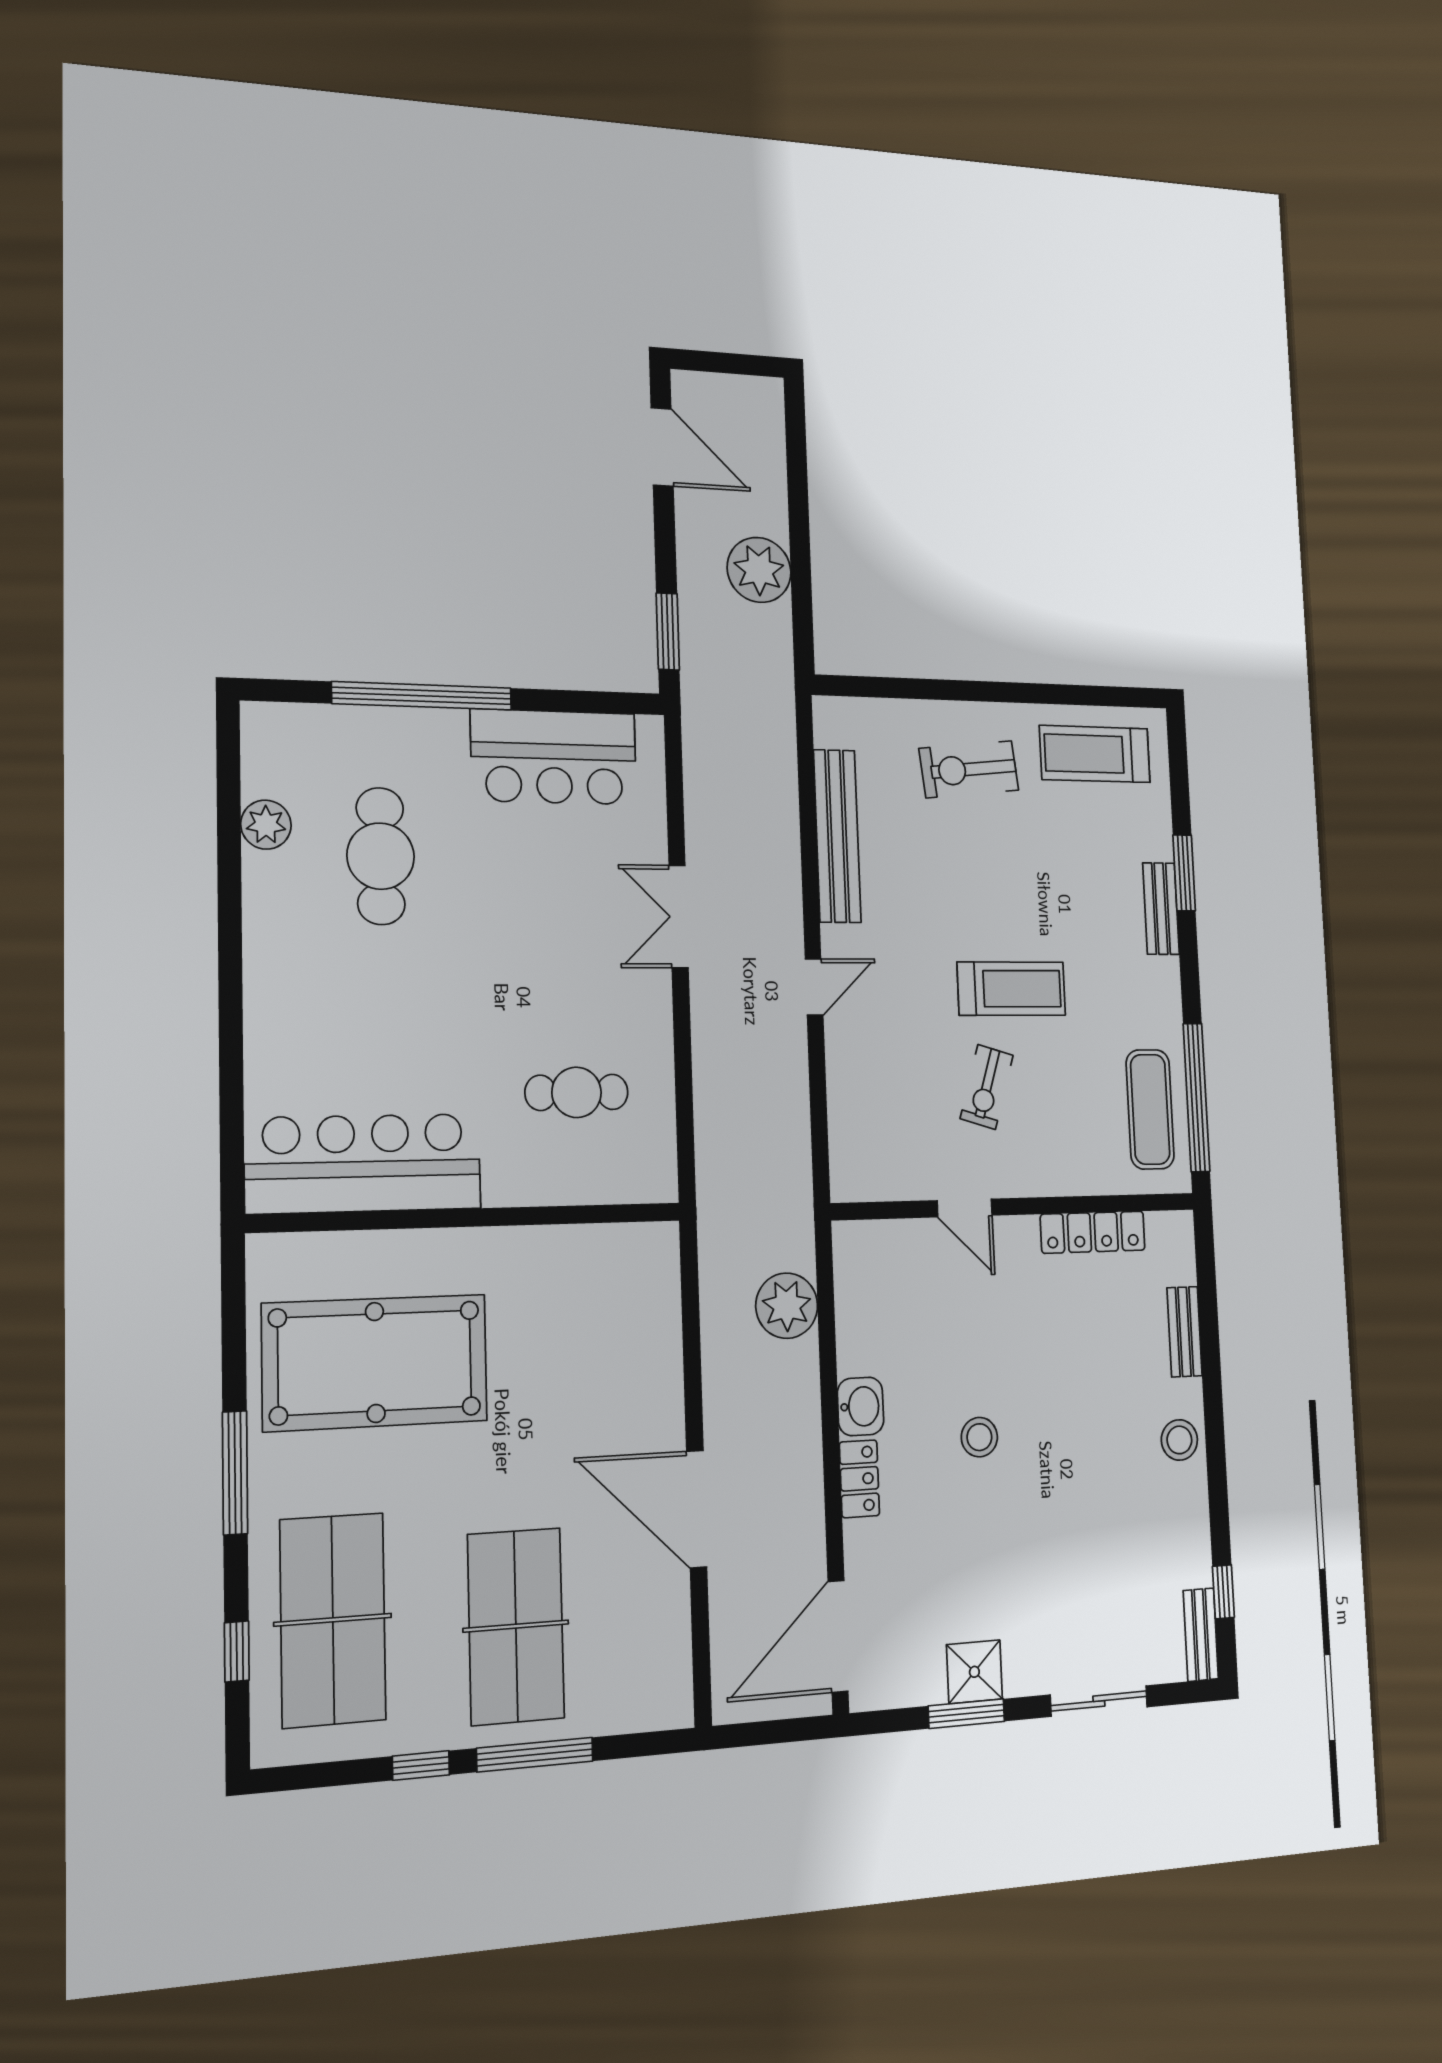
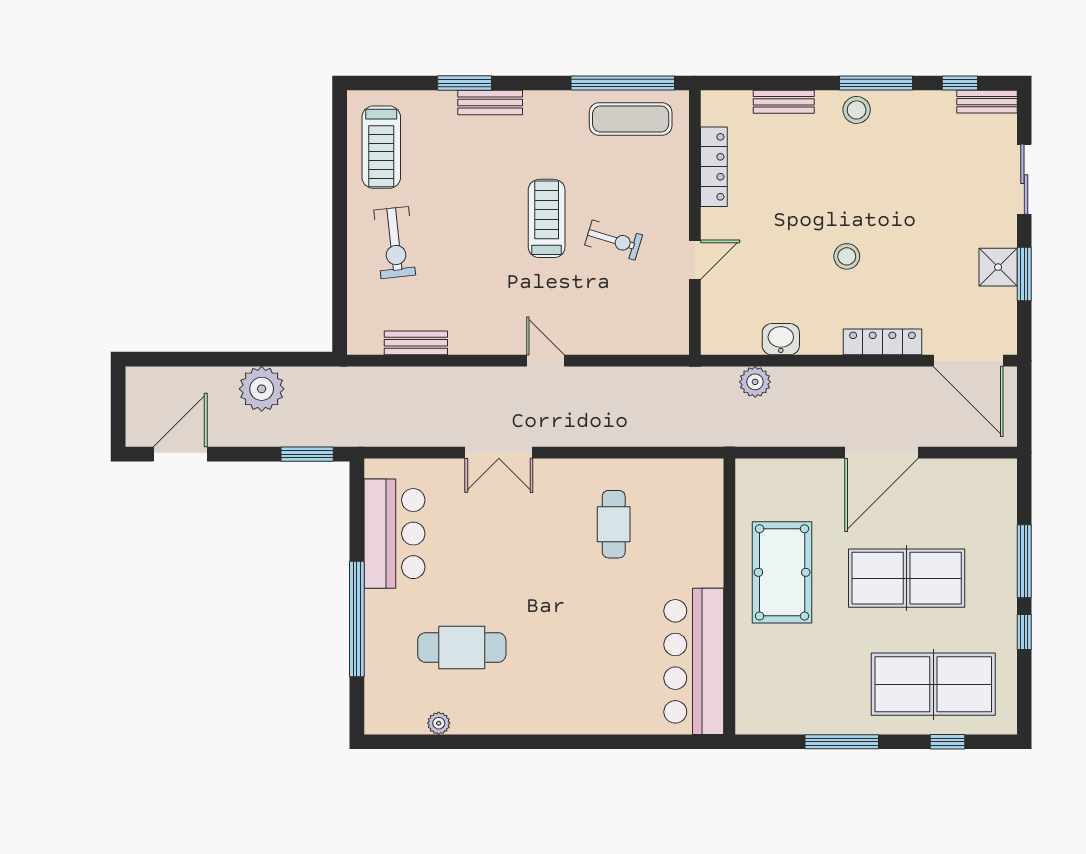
plant: (266, 825) -> (439, 723), width x0.73, depth x0.73
bench: (837, 836) -> (416, 343), width x0.54, depth x0.82
bar counter: (363, 1163) -> (694, 661), moved
wall: (468, 1218) -> (729, 596), moved
plant: (787, 1306) -> (755, 382), width x0.73, depth x0.73
pool table: (375, 1362) -> (782, 572), moved, width x0.73, depth x0.76
washbasin: (861, 1406) -> (781, 339), moved
window: (1217, 1467) -> (876, 83), added
locker: (859, 1479) -> (882, 342), width x1.53
table tennis table: (516, 1626) -> (907, 578), moved

